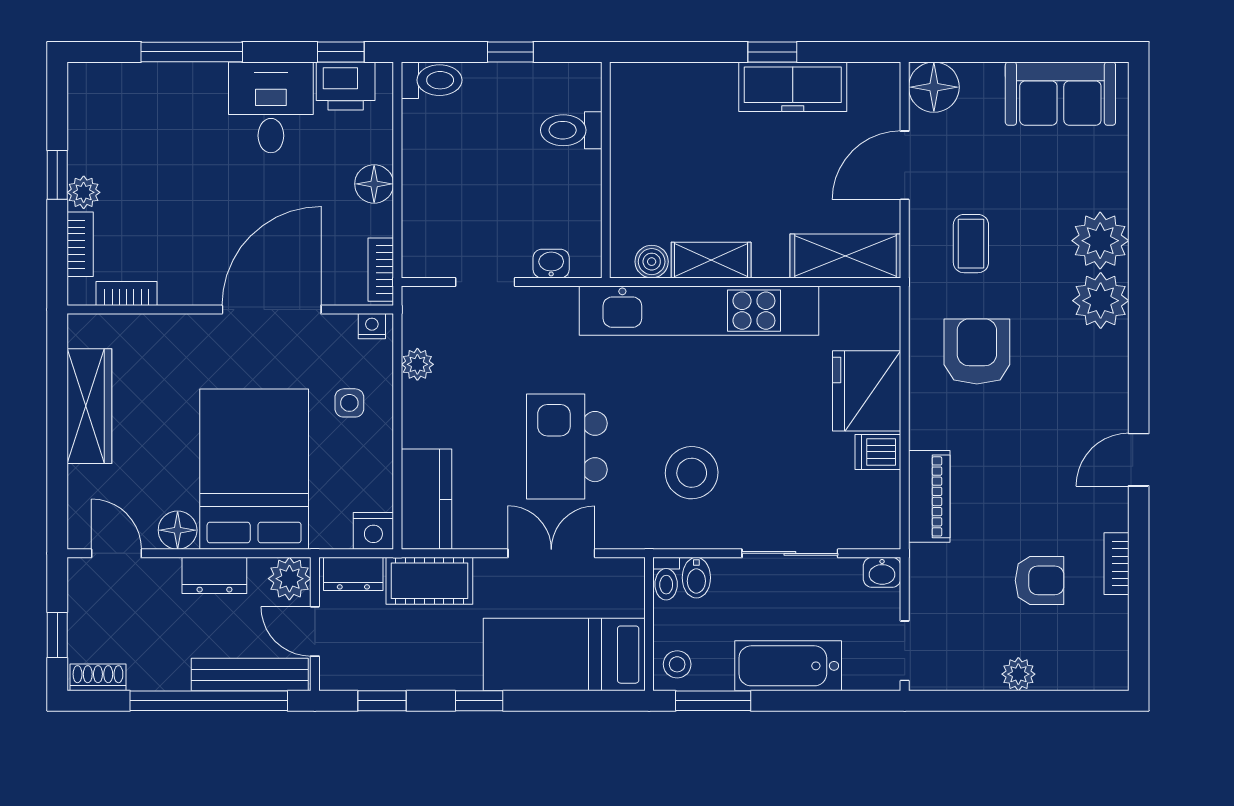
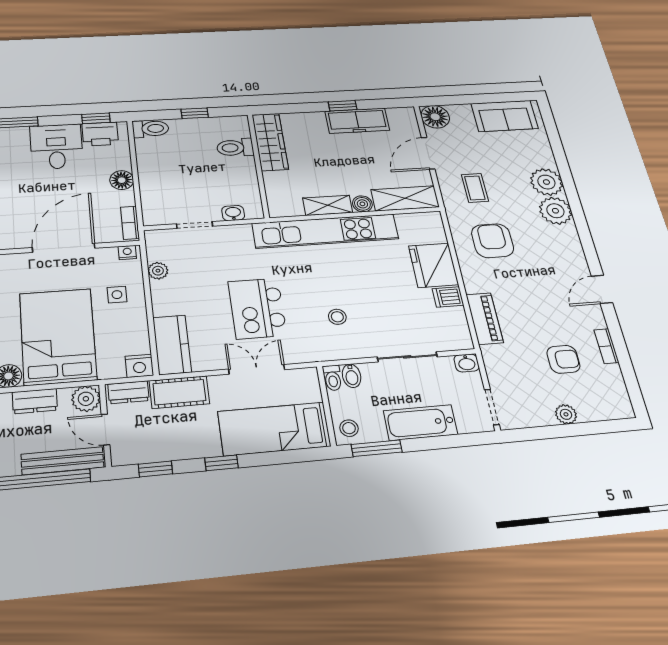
wardrobe: (633, 122) -> (270, 142), added
boiler: (652, 262) -> (362, 204), moved
stool: (692, 473) -> (337, 317), width x0.53, depth x0.53

